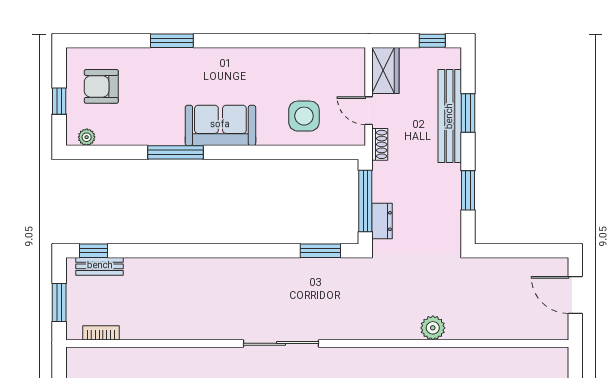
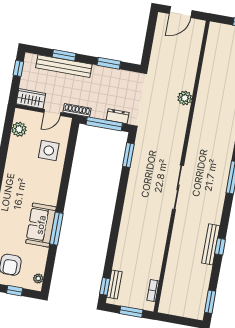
plant: (330, 60) -> (19, 129), added
sofa: (220, 125) -> (41, 225), moved
shoe rack: (380, 144) -> (77, 110), width x1.43

